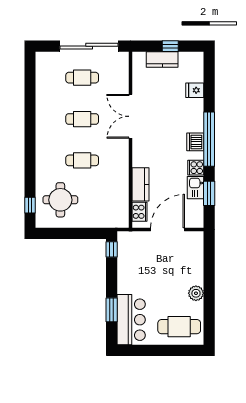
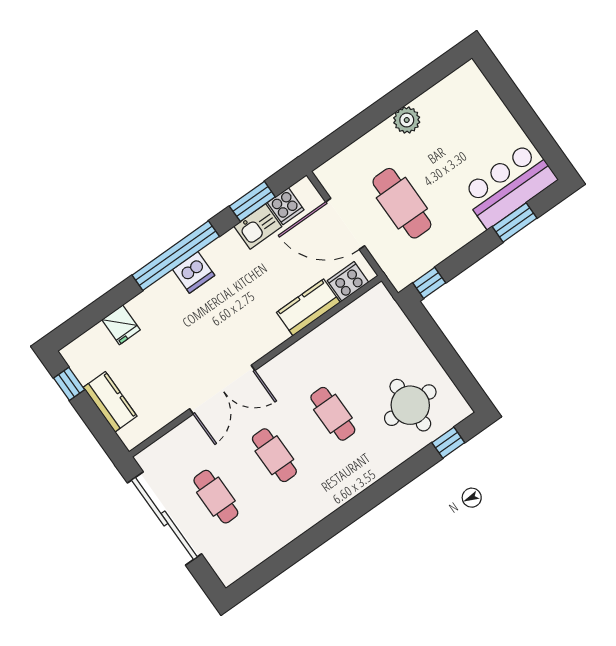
window: (170, 46) -> (69, 384), moved
cooker: (196, 168) -> (286, 206), moved
cafe table: (179, 327) -> (402, 203), moved

